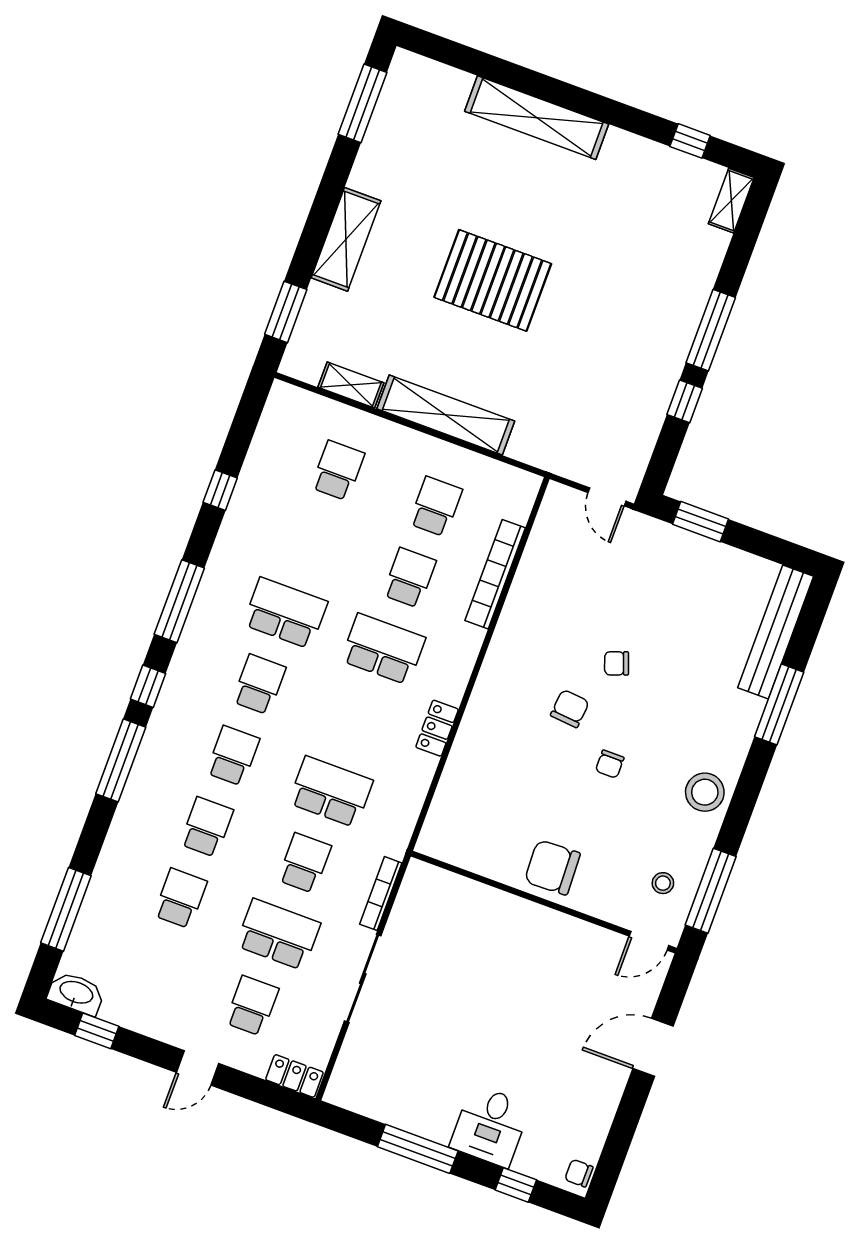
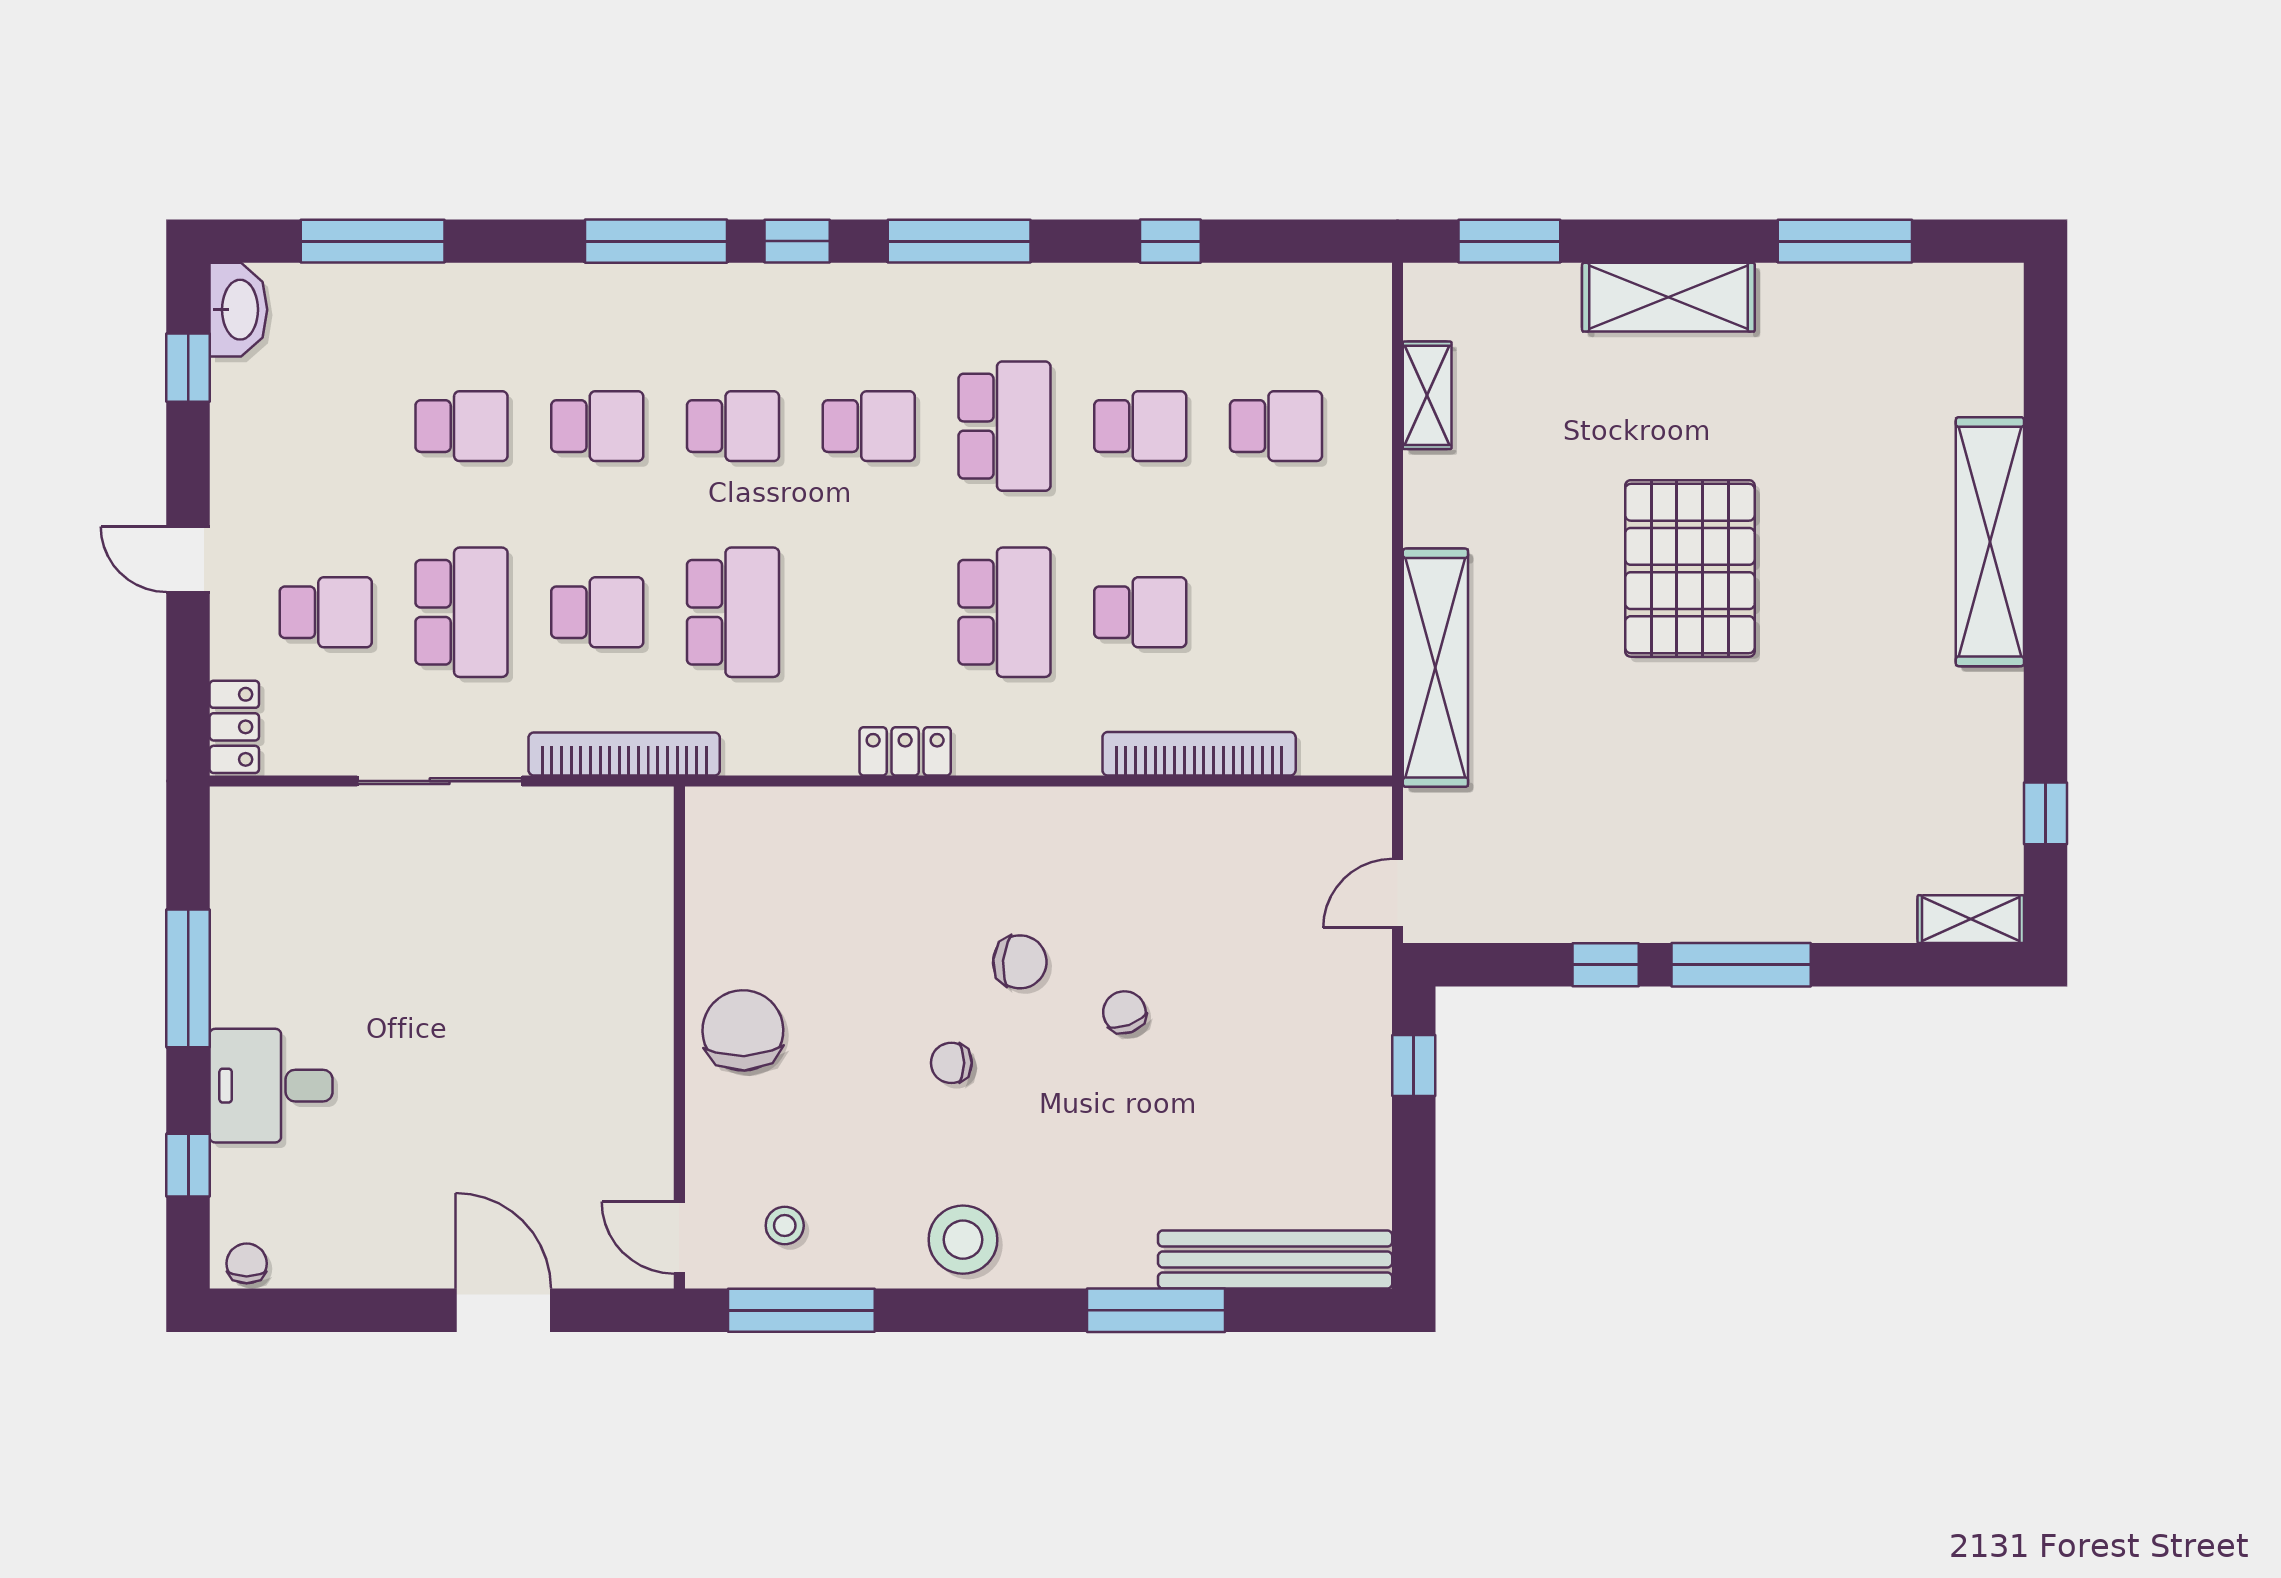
window: (363, 103) -> (1845, 241), moved
shelving: (446, 415) -> (1435, 668), moved
school desk: (436, 506) -> (1140, 426), moved
window: (700, 522) -> (1414, 1066), width x0.67
bookcase: (381, 894) -> (624, 754), width x1.48, depth x1.31

